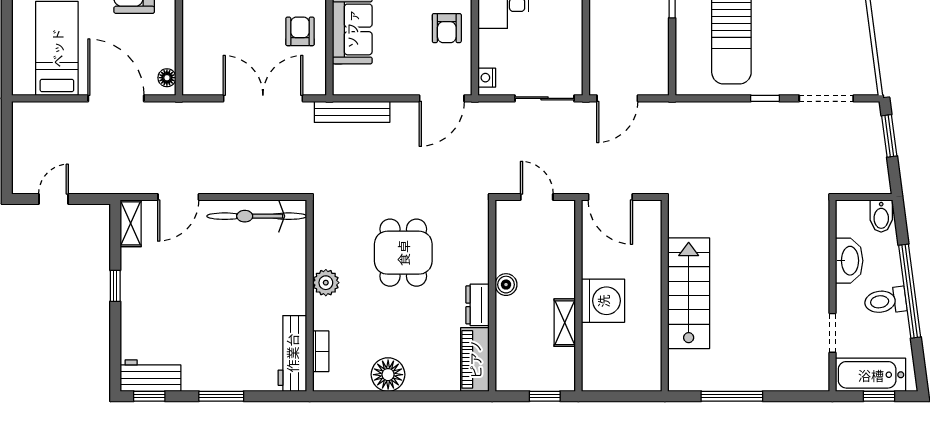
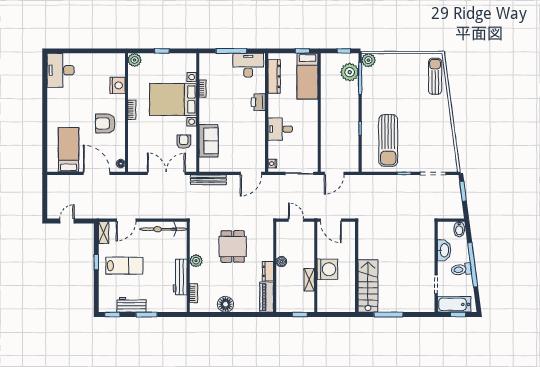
armchair: (447, 28) -> (253, 140), removed
lab bench: (175, 293) -> (124, 266), added
stairs: (689, 293) -> (368, 286), moved
workbench: (292, 353) -> (180, 277), moved
workbench: (151, 376) -> (132, 305), moved

